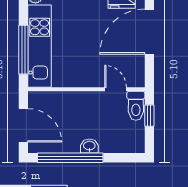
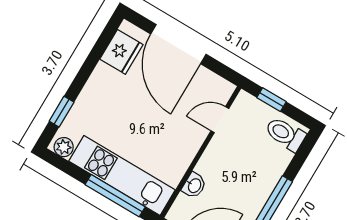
toilet: (136, 106) -> (285, 134), moved, turned 180
washbasin: (89, 146) -> (194, 185), moved, turned 180

